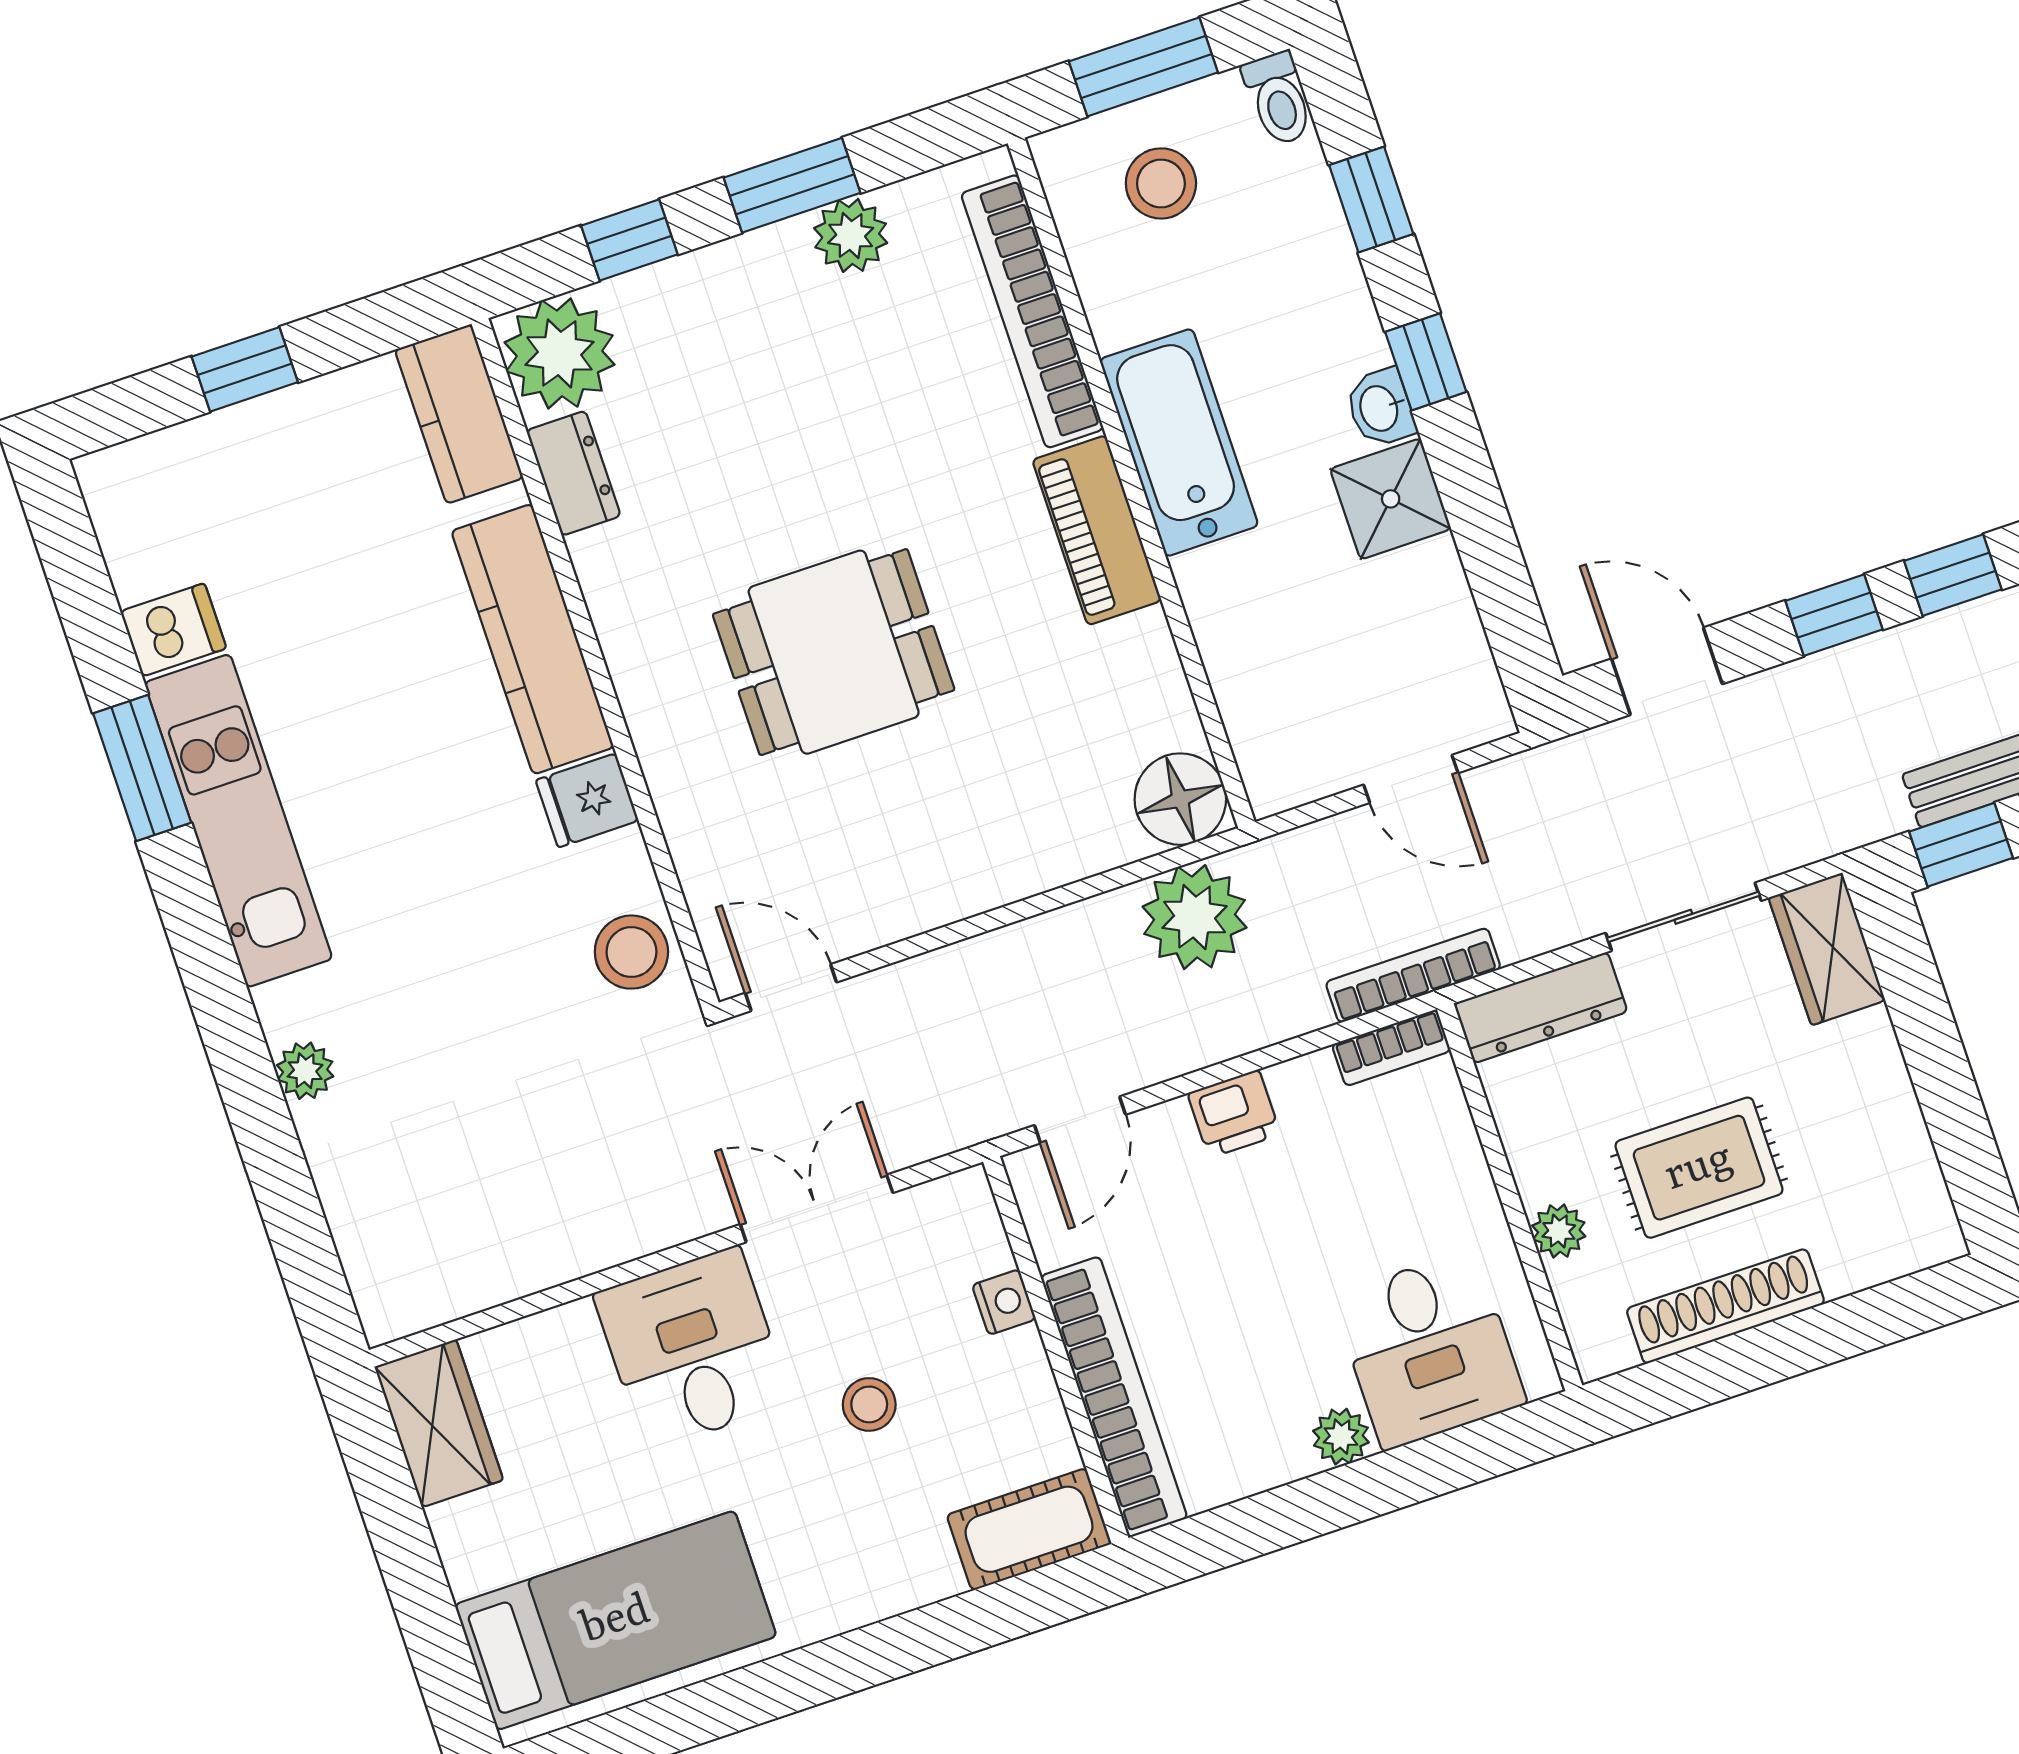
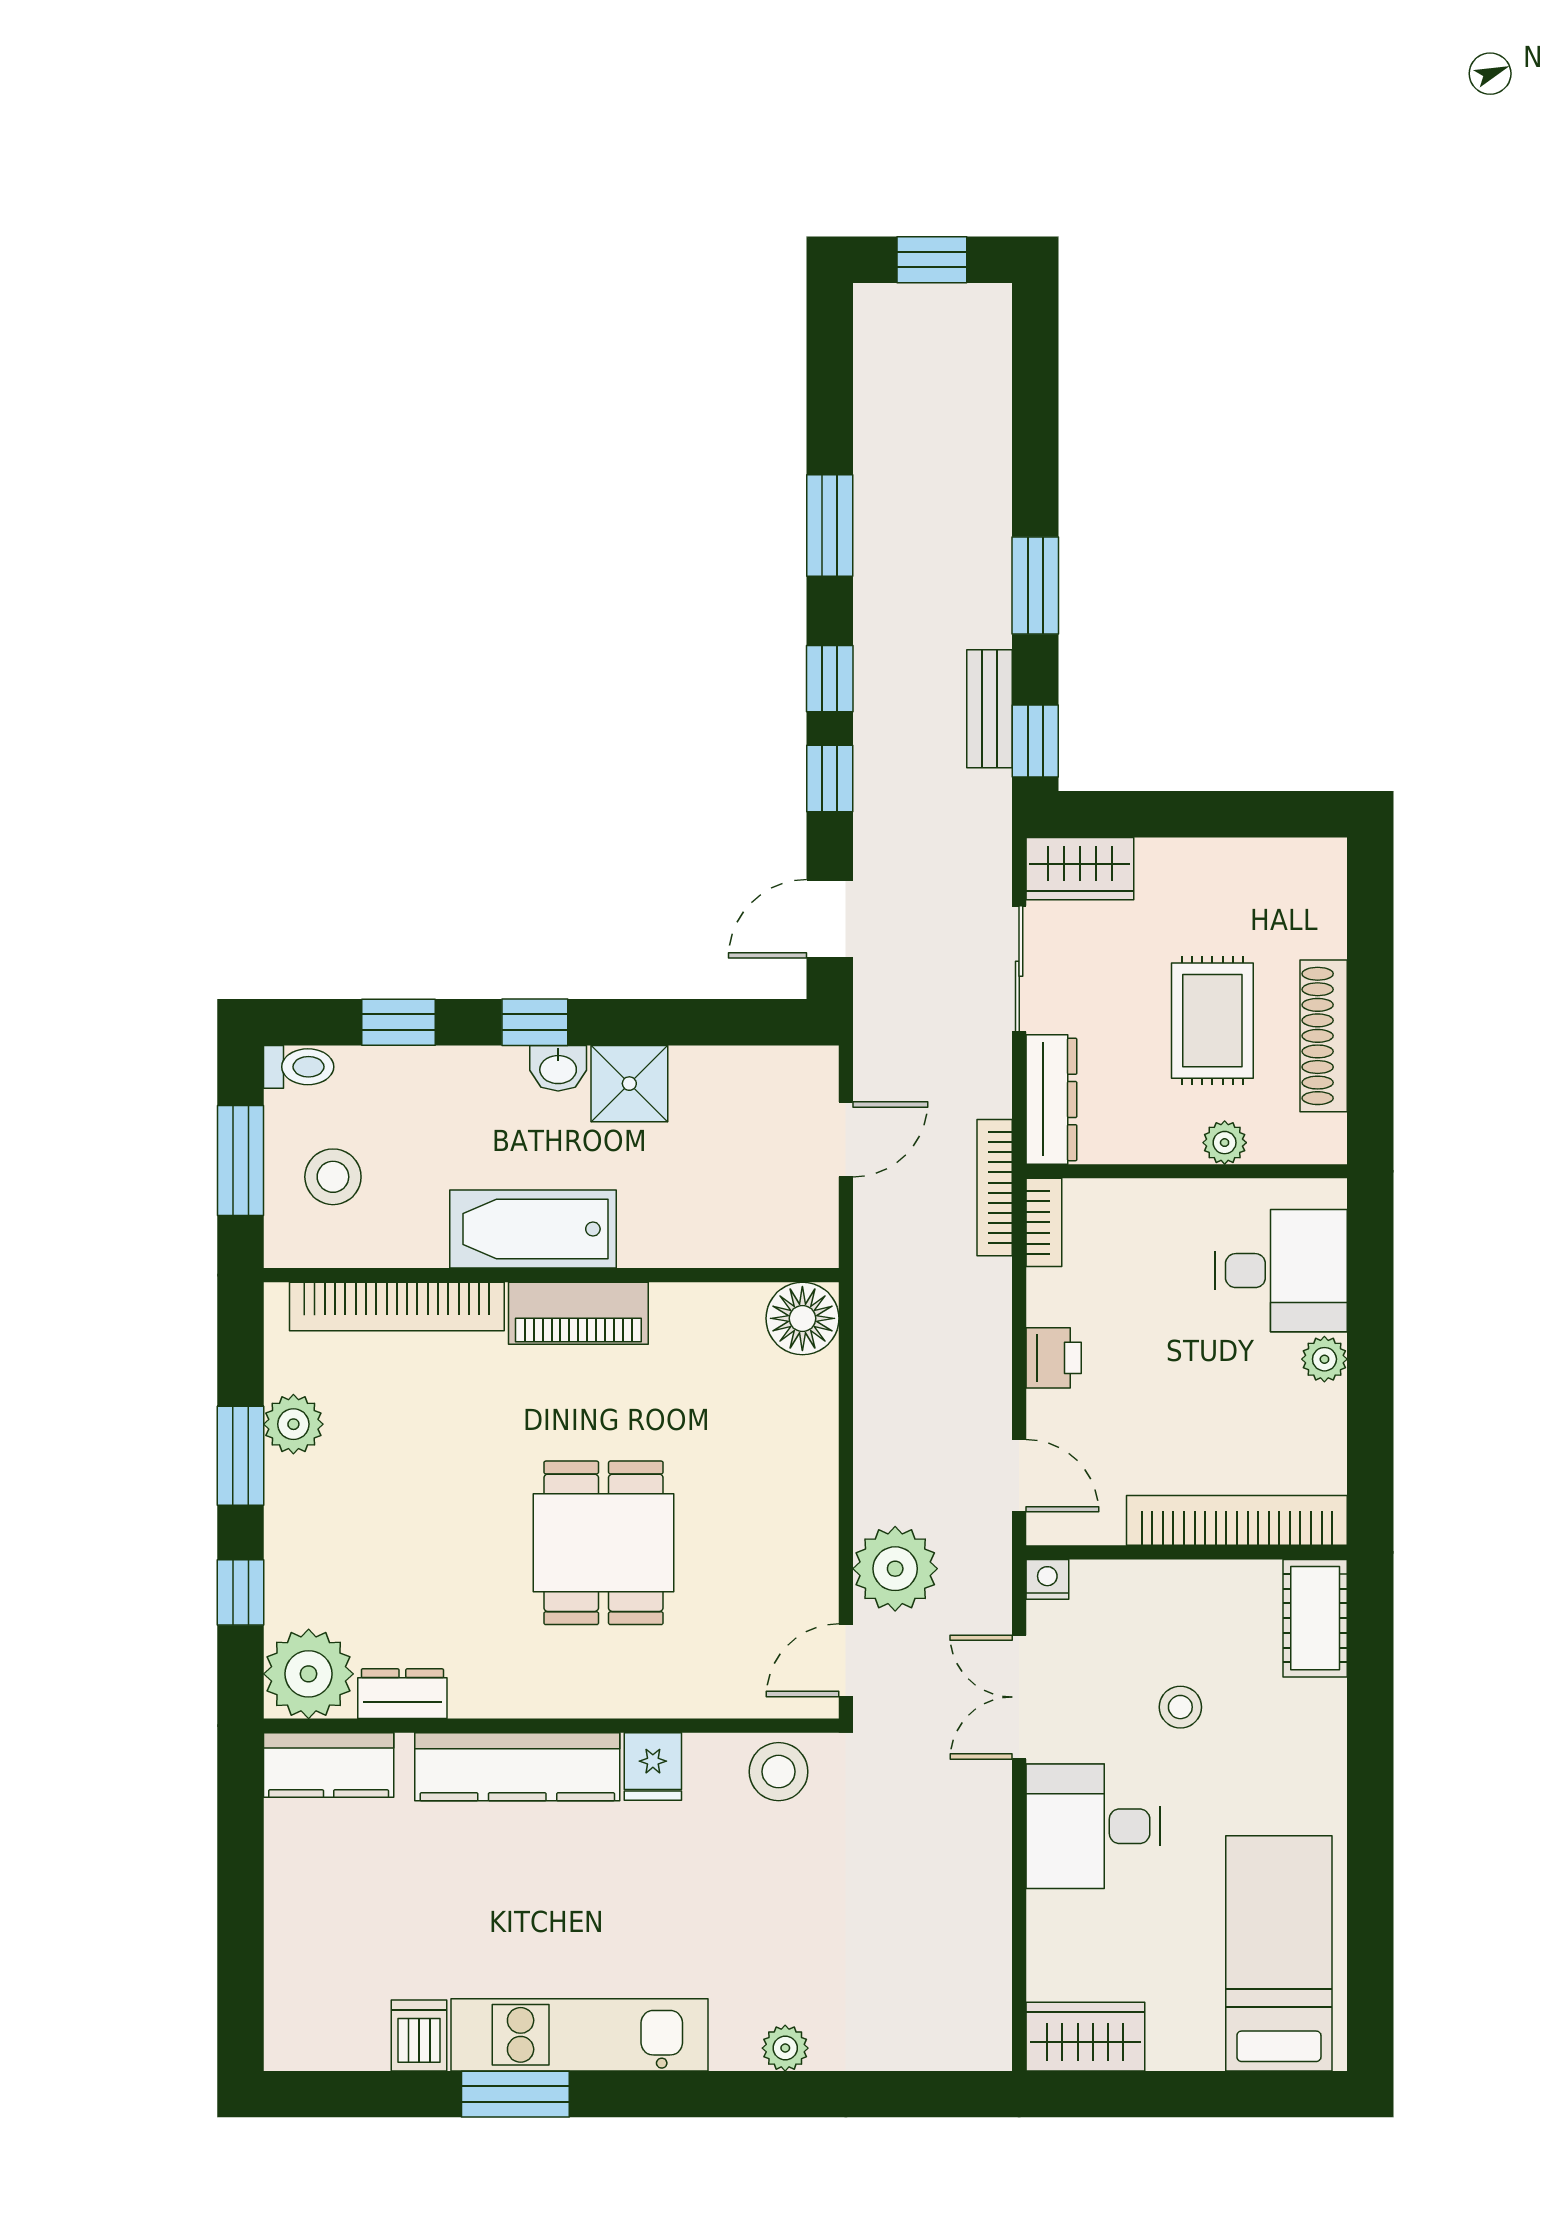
window: (245, 369) -> (241, 1915), removed
plant: (1195, 917) -> (895, 1569), moved
nightstand: (1004, 1302) -> (1047, 1579), moved

